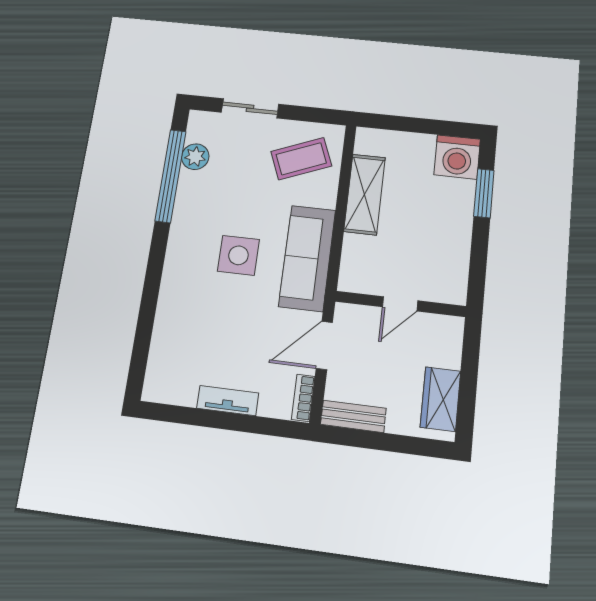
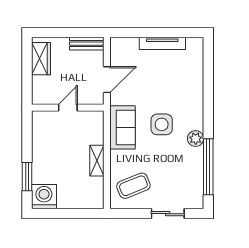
plant: (195, 157) -> (196, 139), moved
shelving: (365, 194) -> (97, 161), width x0.67, depth x0.75
sofa: (307, 258) -> (123, 127), width x0.73
bookcase: (303, 398) -> (115, 50), removed
tv unit: (228, 401) -> (162, 43), width x1.41

